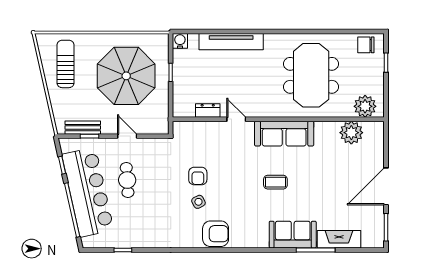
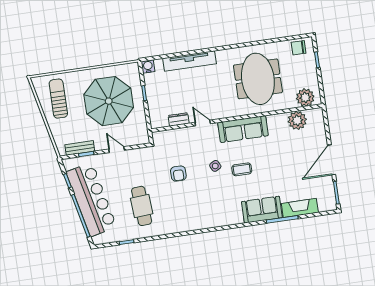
cafe table: (127, 180) -> (142, 206), moved, width x1.37, depth x1.35
side table: (198, 202) -> (215, 166), moved
armchair: (216, 234) -> (199, 218), removed

